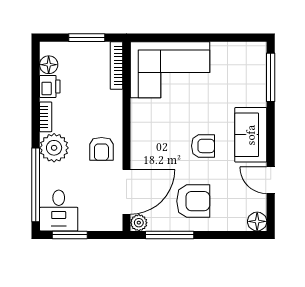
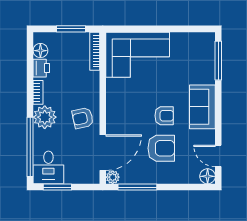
armchair: (101, 149) -> (83, 118), turned 78
door: (271, 180) -> (218, 156), moved
armchair: (193, 201) -> (161, 148), moved

